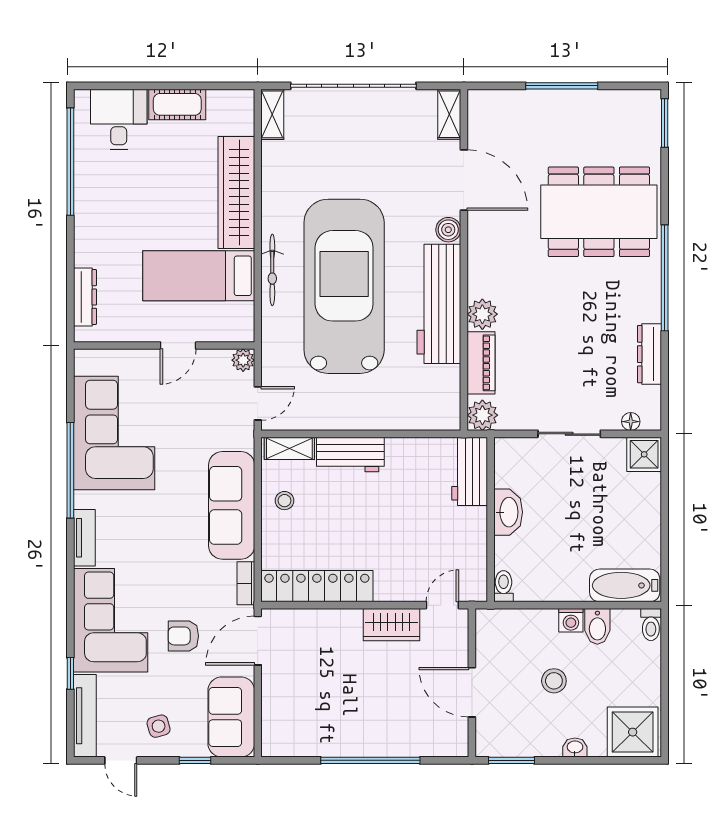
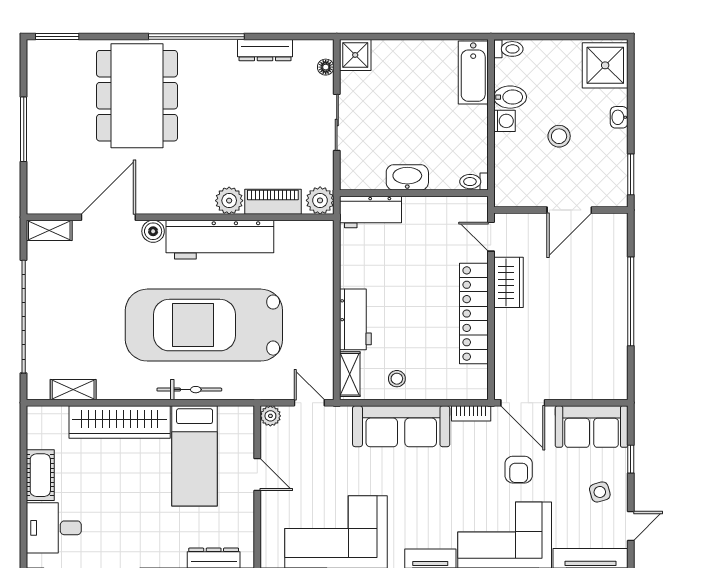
shelving: (272, 114) -> (73, 390), moved
locker: (317, 586) -> (474, 314), moved

